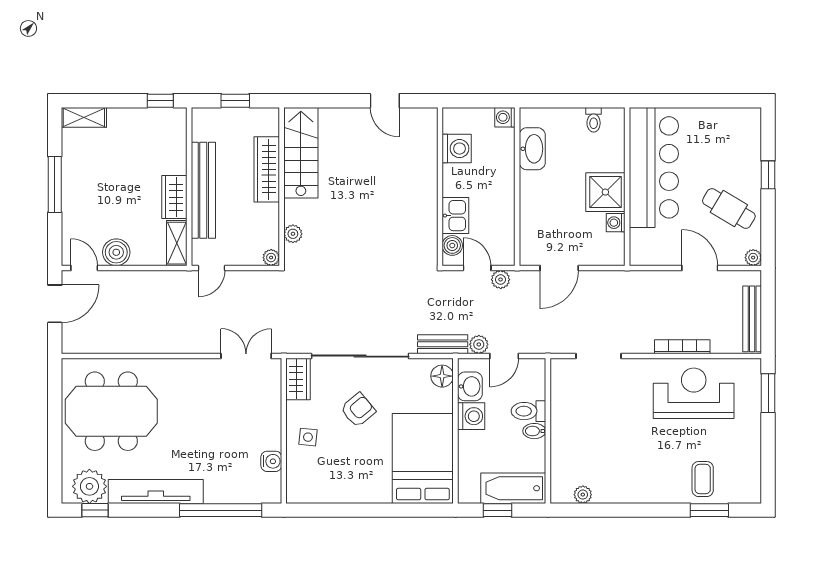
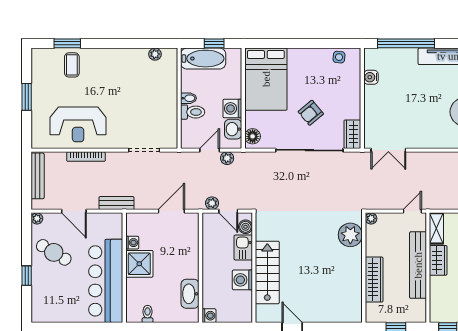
washing machine: (457, 149) -> (242, 280), moved
stairs: (301, 153) -> (267, 272), moved, turned 180
plant: (293, 234) -> (350, 235), width x1.87, depth x1.87
bench: (443, 344) -> (116, 203), moved
window: (768, 393) -> (27, 97), moved
side table: (308, 437) -> (339, 57), moved

